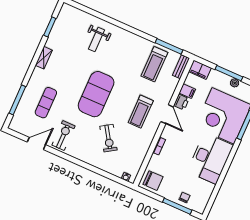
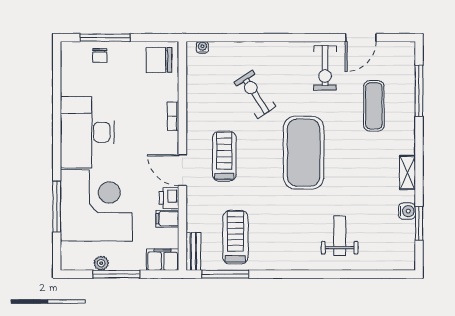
water cooler: (53, 37) -> (407, 211), added

